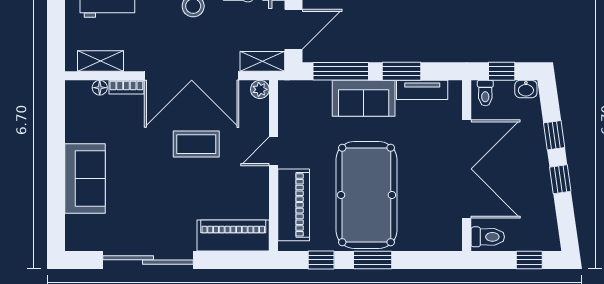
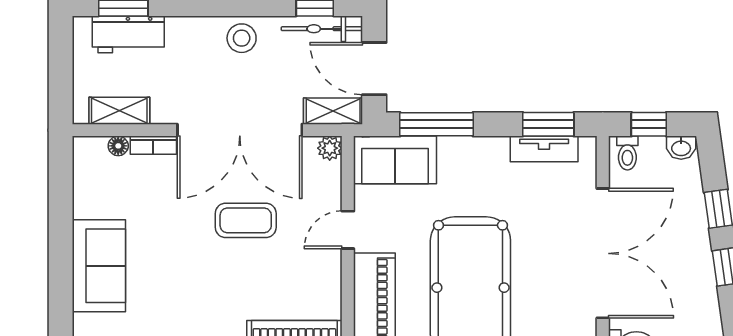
door: (294, 29) -> (374, 69), swing flipped
window: (401, 71) -> (548, 124), moved
sofa: (364, 98) -> (395, 160), moved

